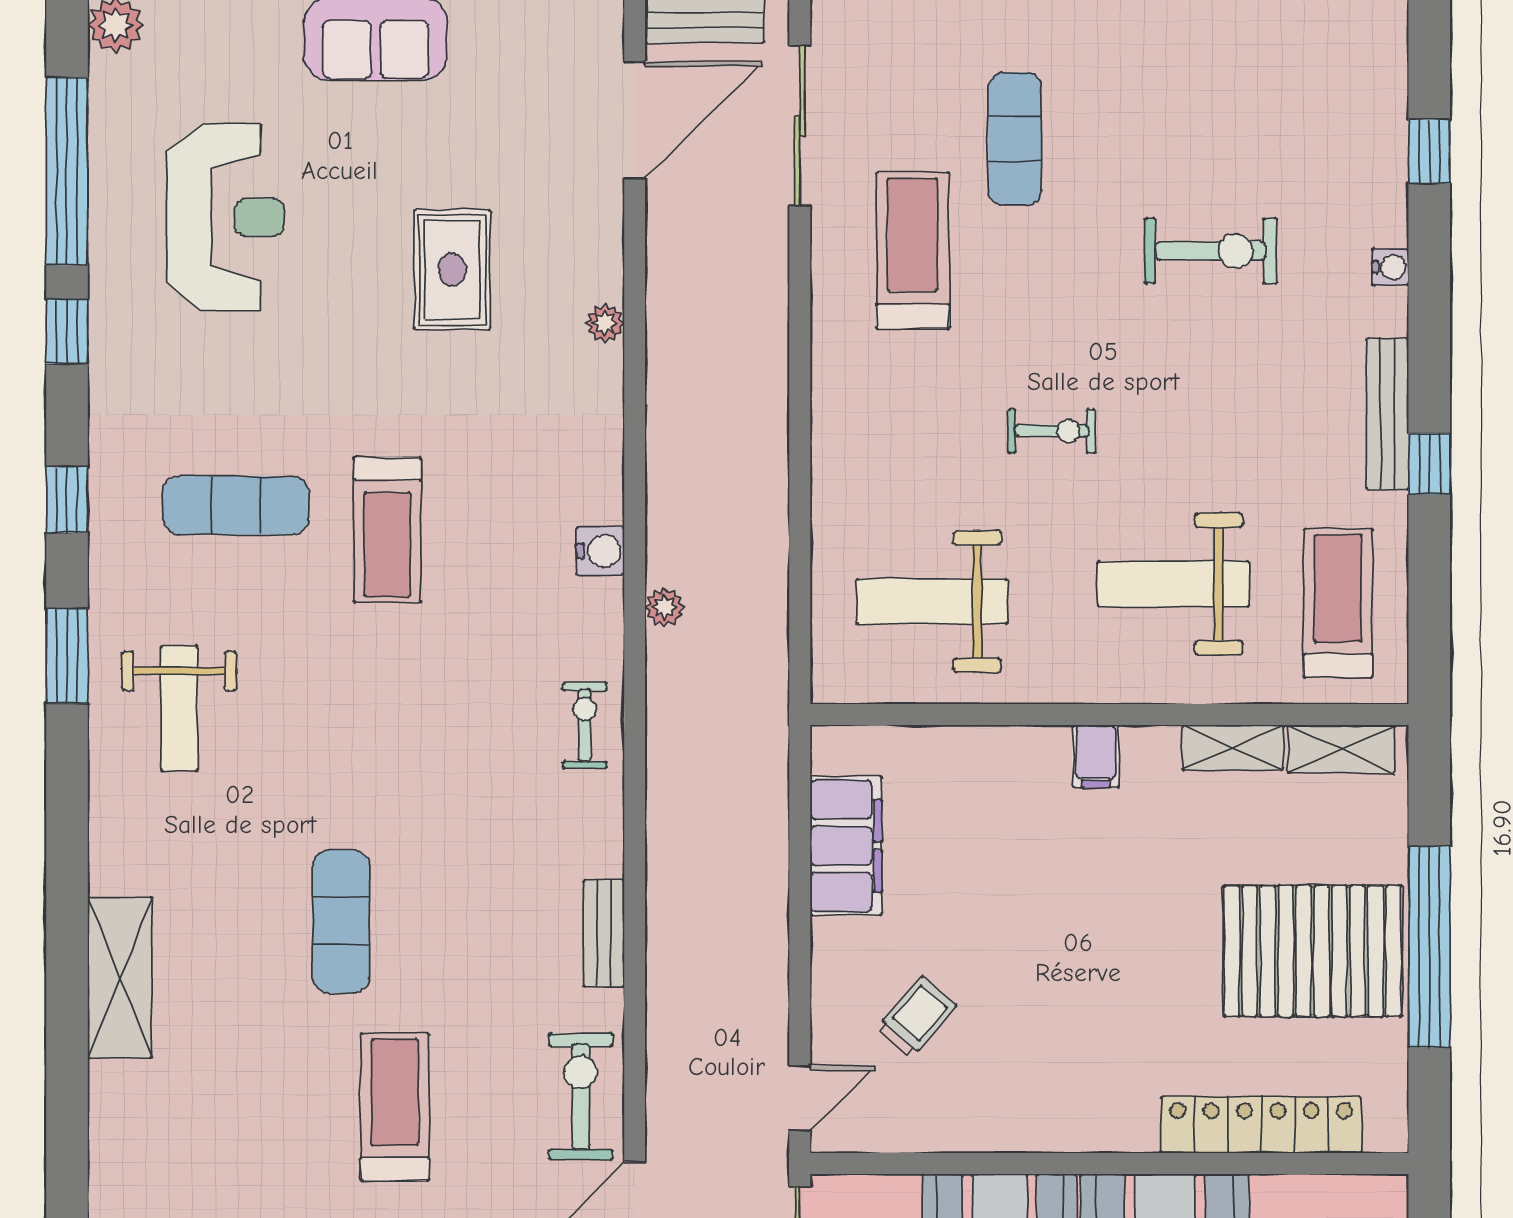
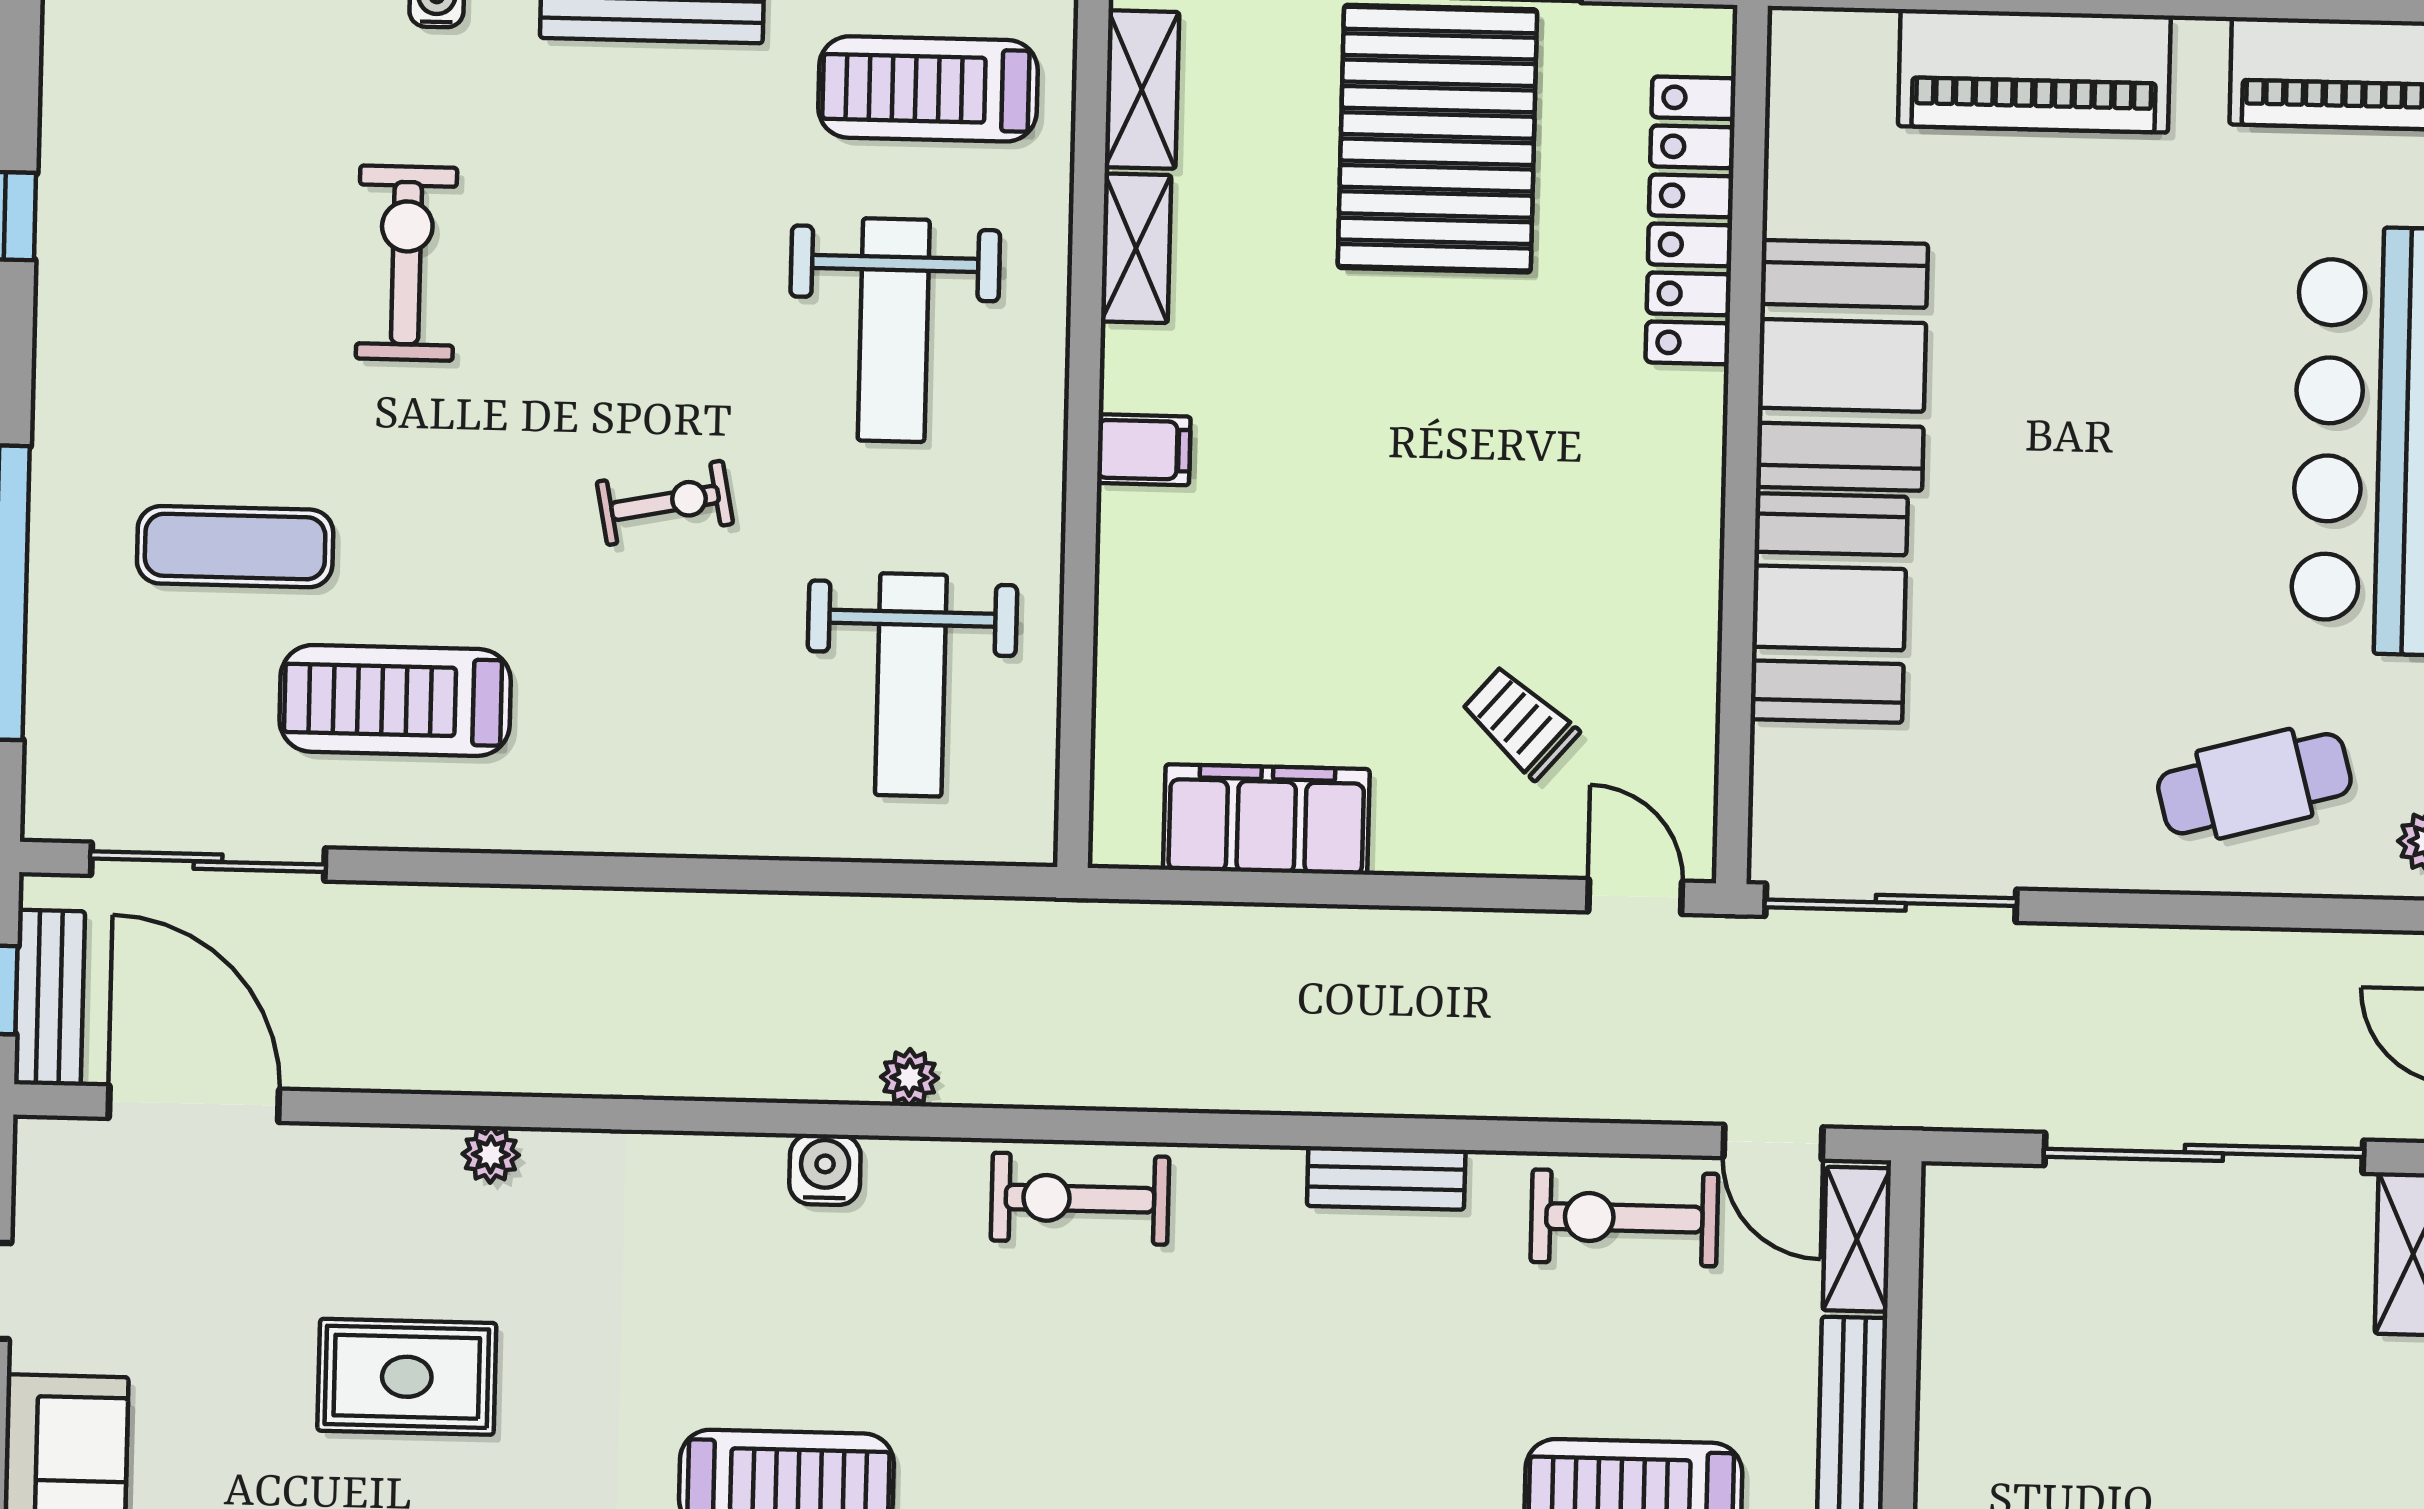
exercise bike: (1052, 431) -> (665, 503), turned 79
exercise bike: (585, 725) -> (1080, 1199), width x1.38, depth x1.39

